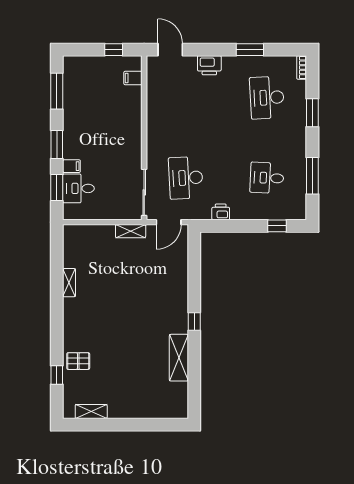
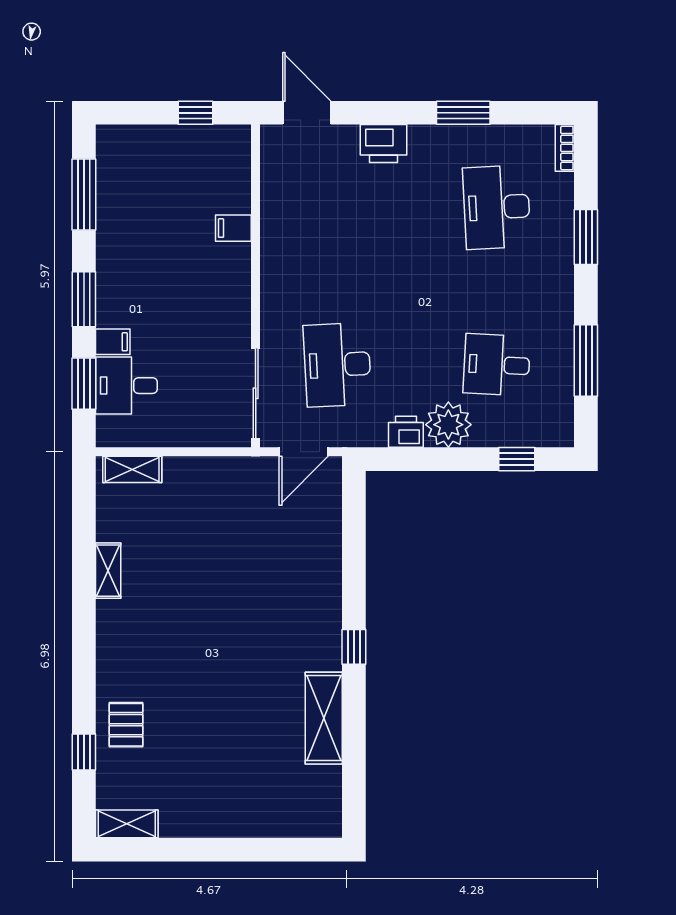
filing cabinet: (133, 78) -> (233, 228), moved
plant: (242, 208) -> (448, 425), added
shelving: (131, 231) -> (132, 469), moved
pallet: (78, 361) -> (126, 725), turned 90
shelving: (91, 412) -> (127, 824), moved

